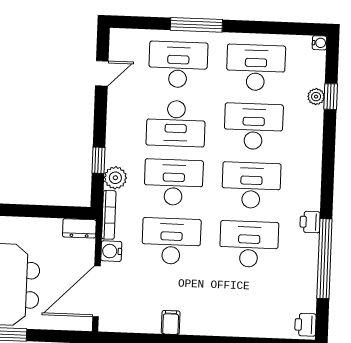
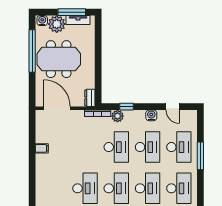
desk: (176, 123) -> (148, 147), turned 180
desk: (171, 241) -> (85, 147), removed
water cooler: (111, 251) -> (151, 115), moved

